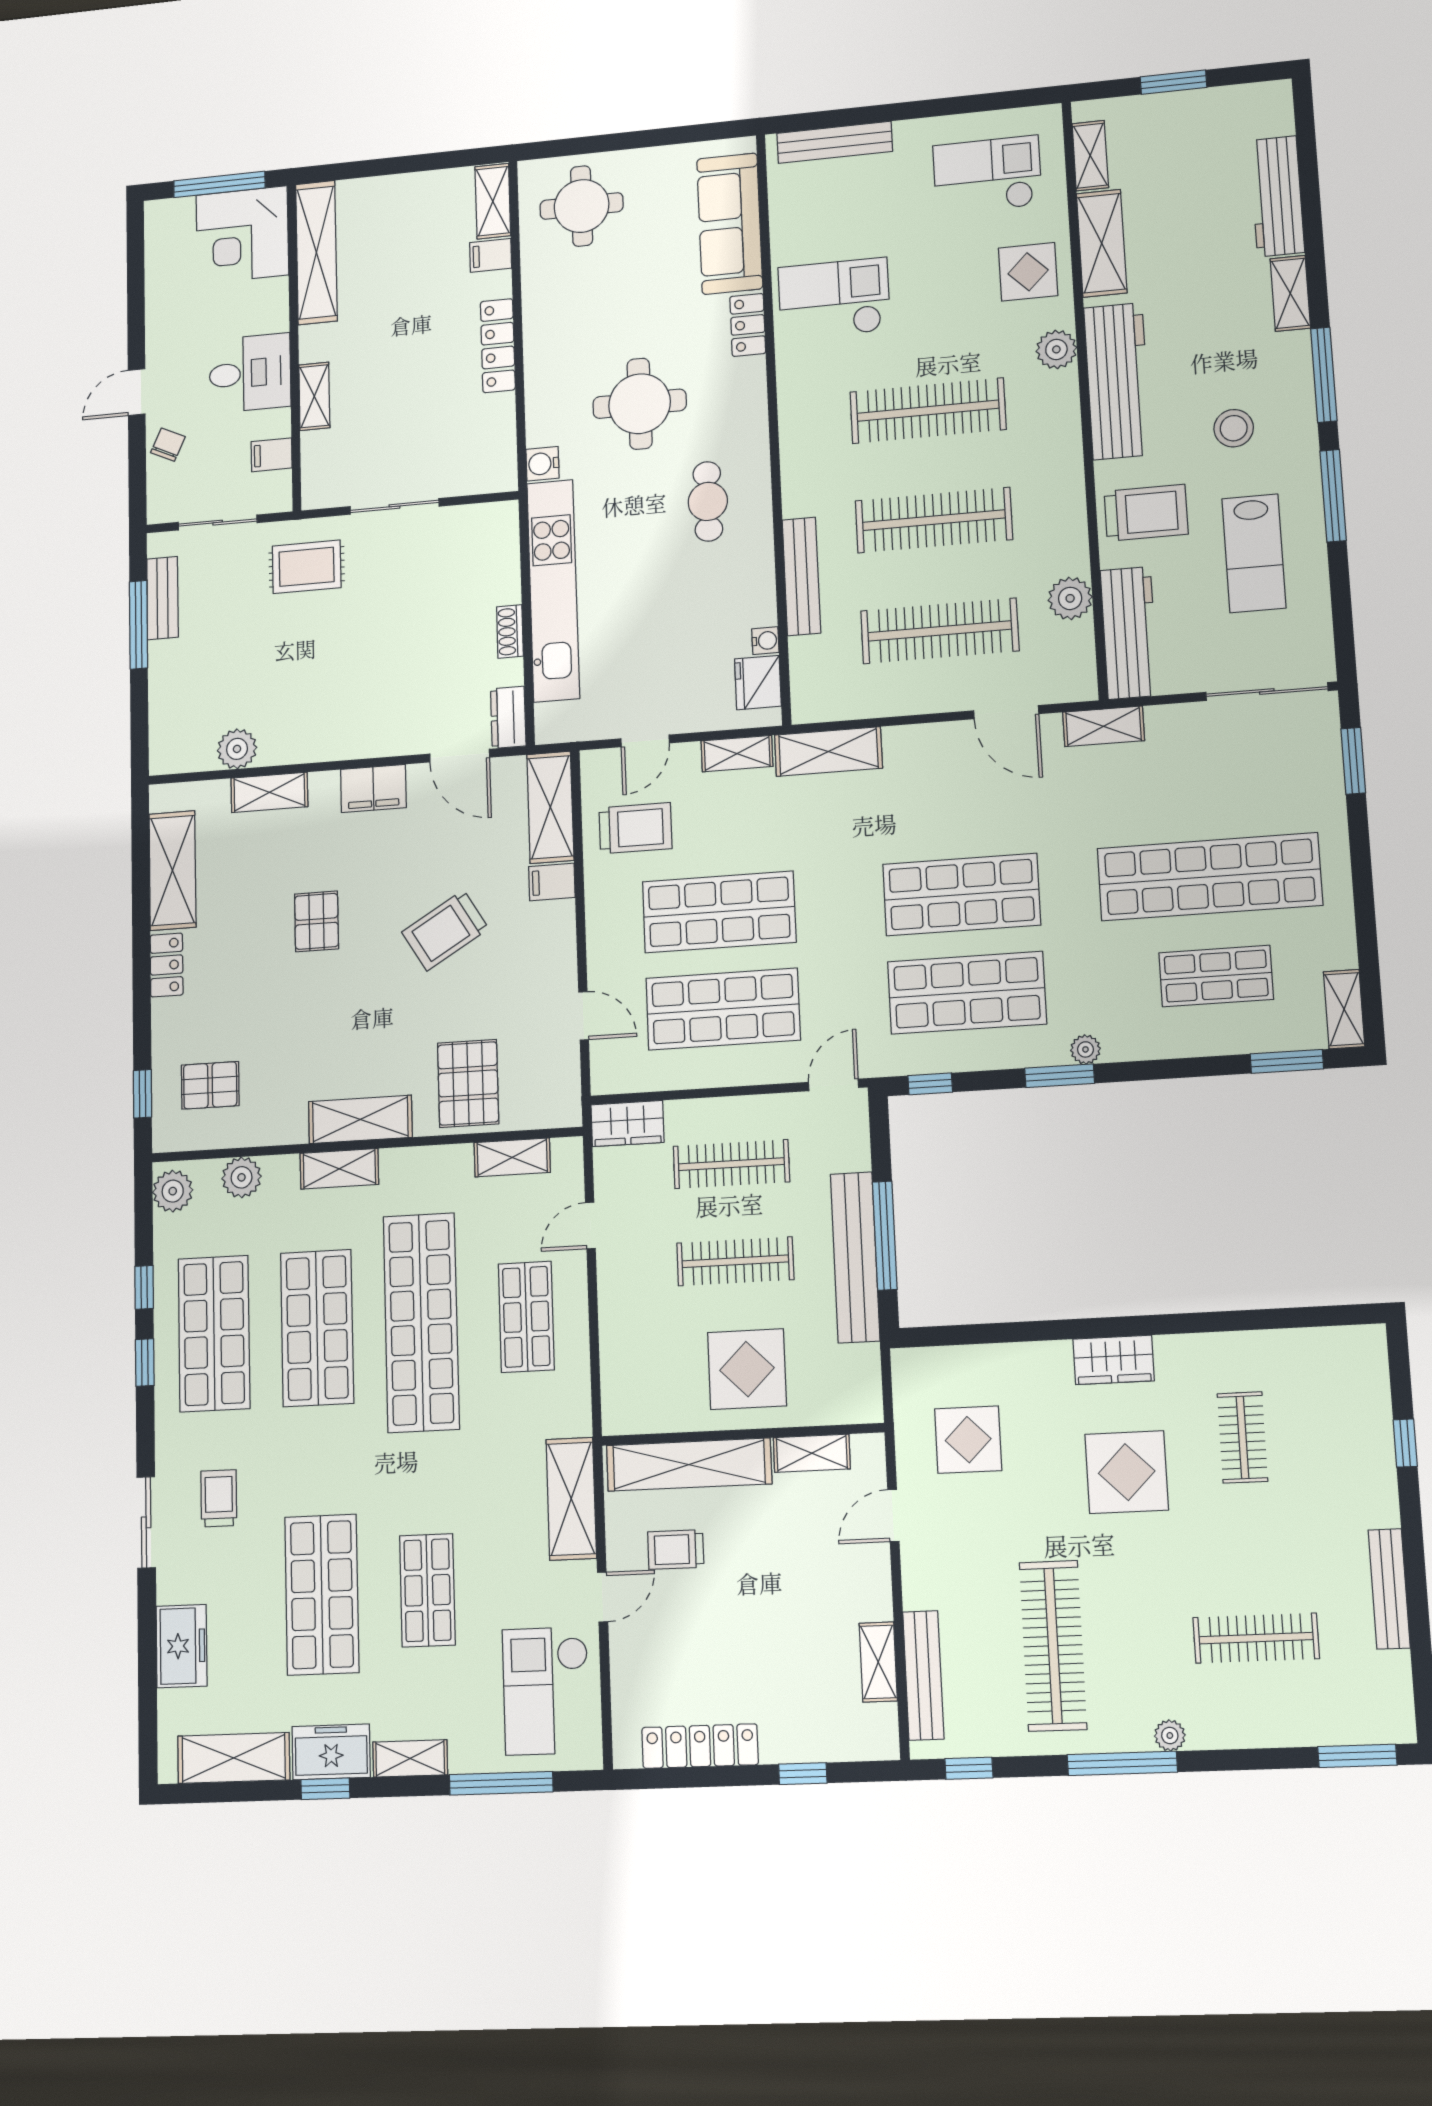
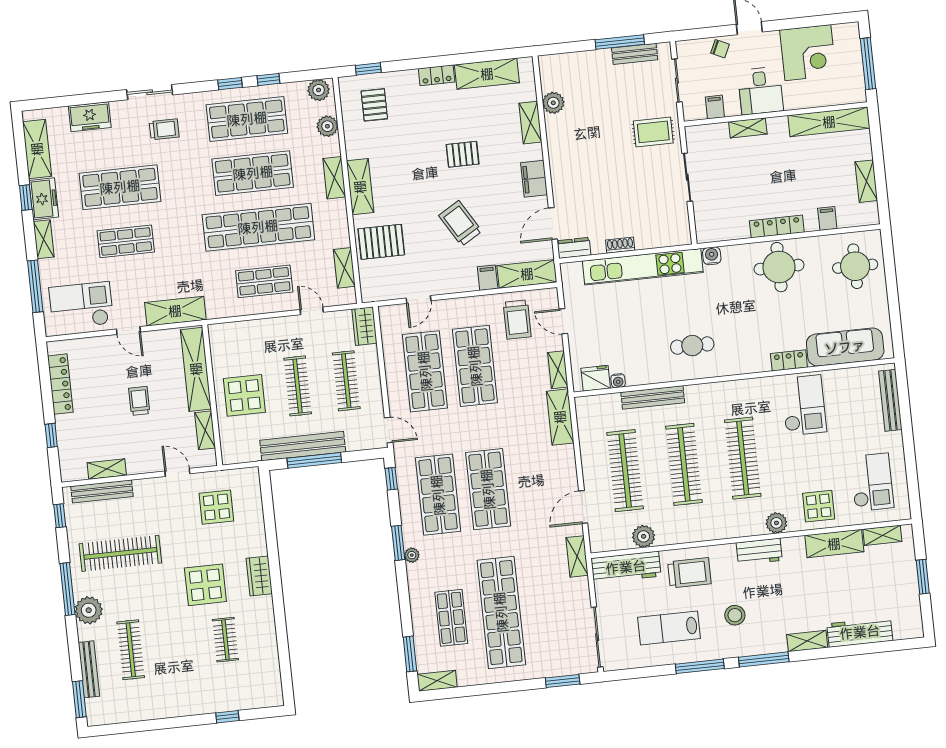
shelving: (493, 201) -> (866, 181), moved, turned 90
corner desk: (242, 235) -> (808, 53), moved, turned 180
workbench: (1118, 381) -> (759, 551), width x0.53, depth x0.76
round table: (640, 404) -> (779, 267), moved
trolley: (1146, 513) -> (689, 573), turned -90
rug: (307, 567) -> (653, 132), turned 90
clothes rail: (1242, 1437) -> (225, 640), turned 90
trolley: (676, 1550) -> (139, 401), moved
bench: (1389, 1589) -> (89, 669), moved, turned 90
plant: (1170, 1735) -> (89, 610), width x1.88, depth x1.88

